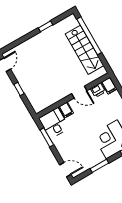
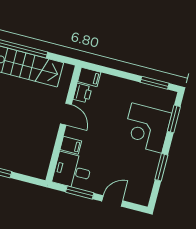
door: (79, 92) -> (66, 114), hinge flipped
door: (65, 170) -> (112, 201), moved

